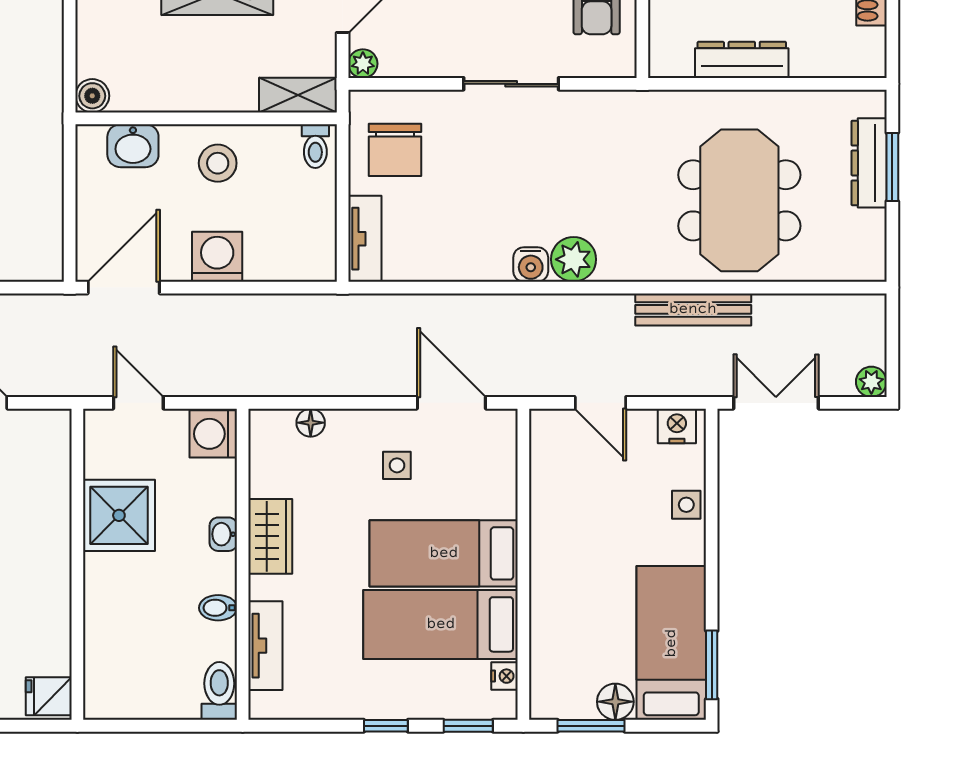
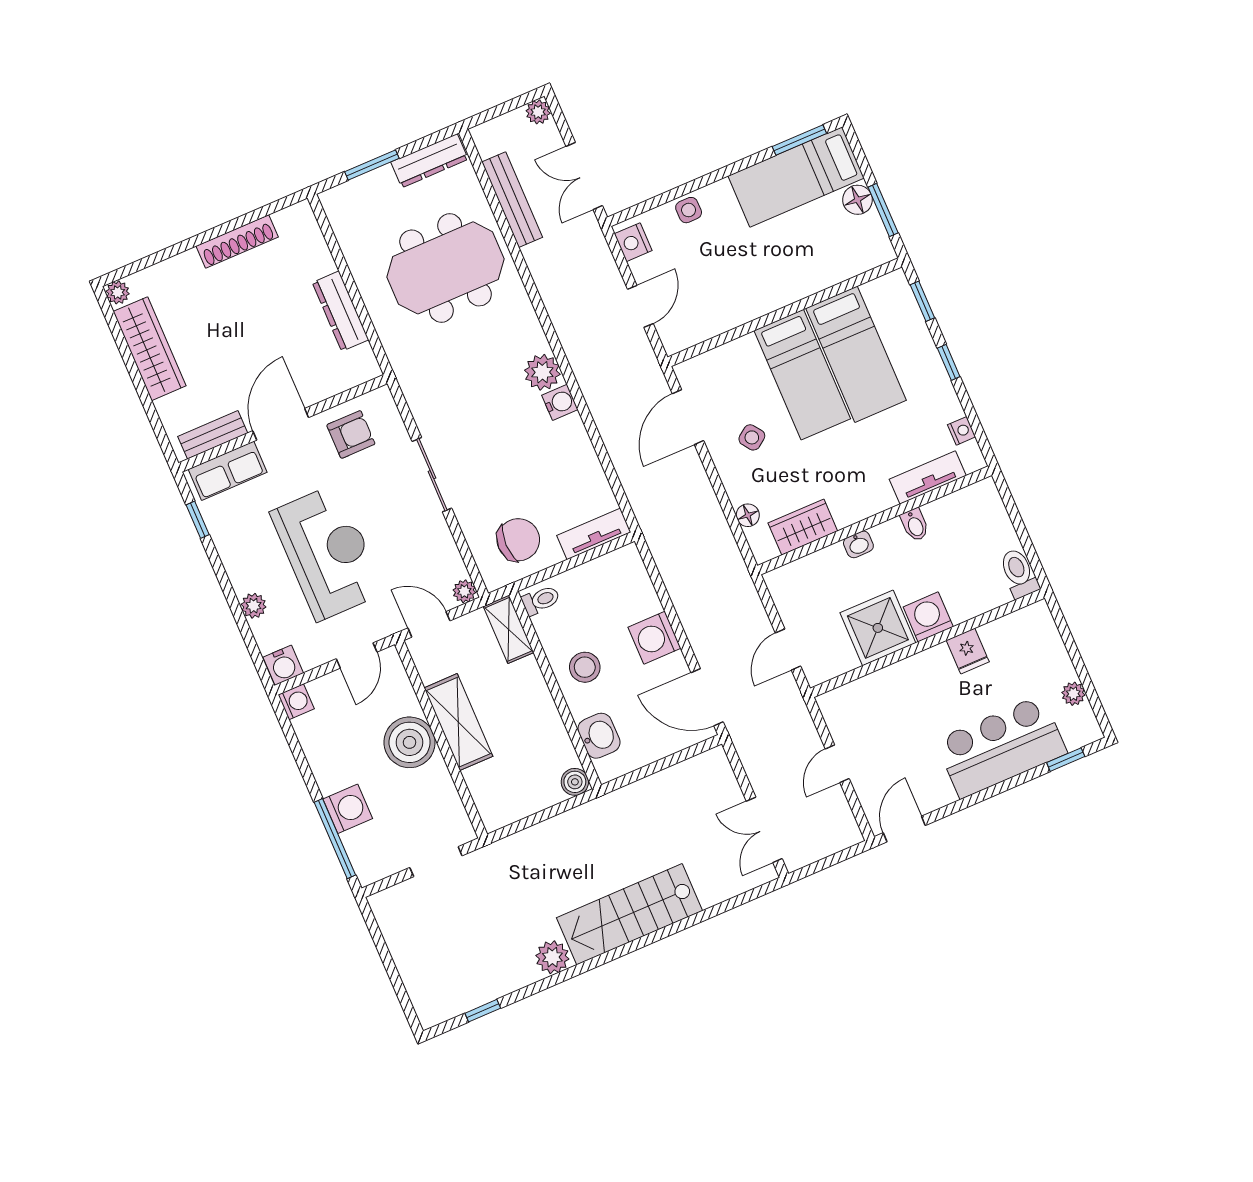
dresser: (869, 163) -> (430, 161), moved
bench: (693, 309) -> (512, 200), moved
washing machine: (213, 434) -> (928, 617), moved, turned 180
side table: (397, 465) -> (752, 437), turned -36
wardrobe: (270, 536) -> (803, 527), moved
nightstand: (504, 676) -> (962, 431), moved, turned 90
toilet: (219, 691) -> (1019, 573), moved, turned 90
fridge: (49, 696) -> (968, 651), moved

